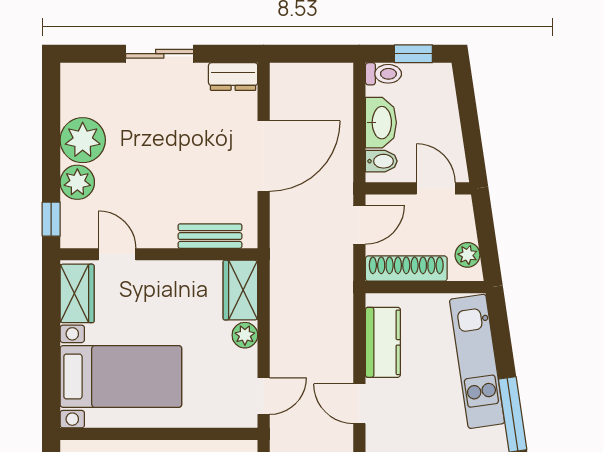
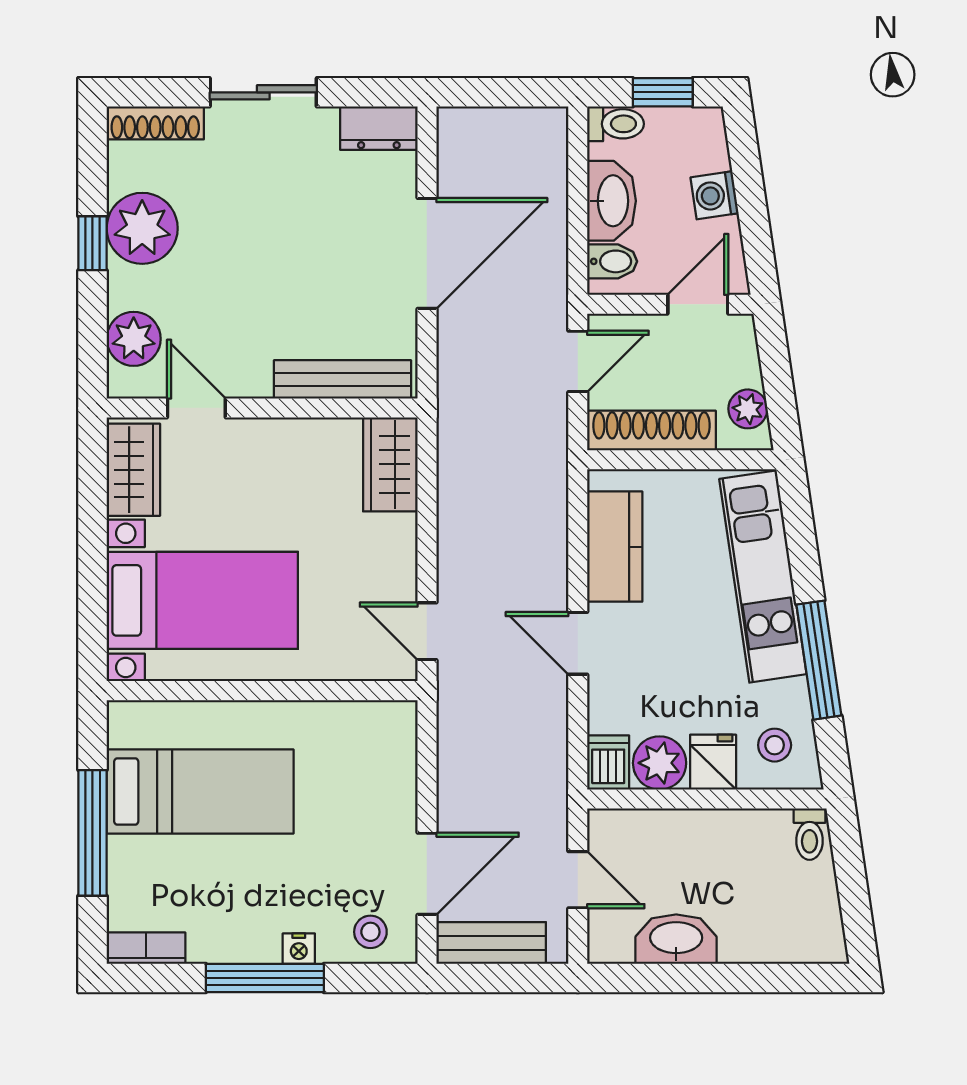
shoe rack: (91, 73) -> (155, 123), added
washing machine: (446, 119) -> (715, 195), added
plant: (77, 182) -> (134, 339), moved
door: (436, 188) -> (698, 304), hinge flipped
window: (51, 219) -> (92, 243), moved
bench: (210, 236) -> (342, 379), width x1.36
plant: (245, 335) -> (397, 535), removed
door: (264, 396) -> (427, 631), swing flipped

